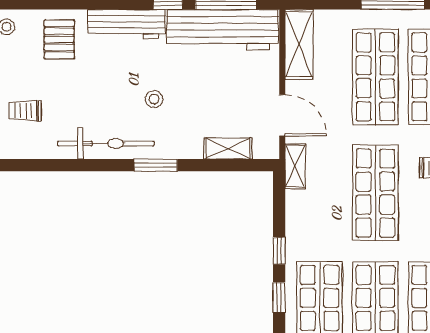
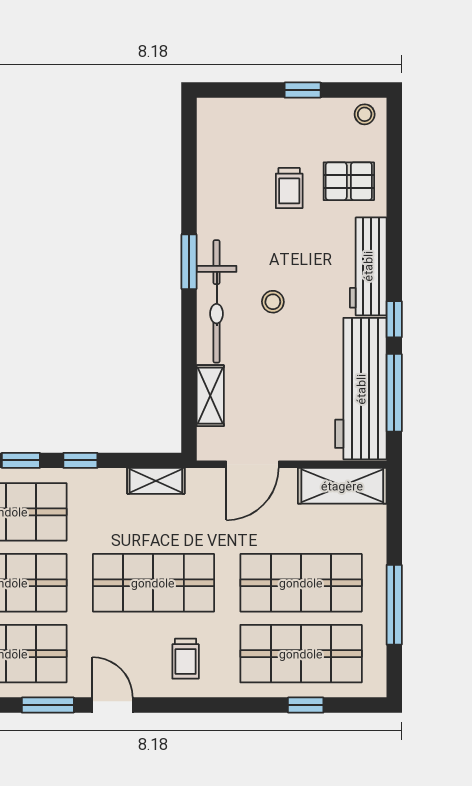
trolley: (25, 111) -> (289, 188), moved, turned 180
bicycle: (106, 143) -> (217, 301), moved
window: (156, 165) -> (189, 262), moved
shelving: (295, 166) -> (156, 481), moved

